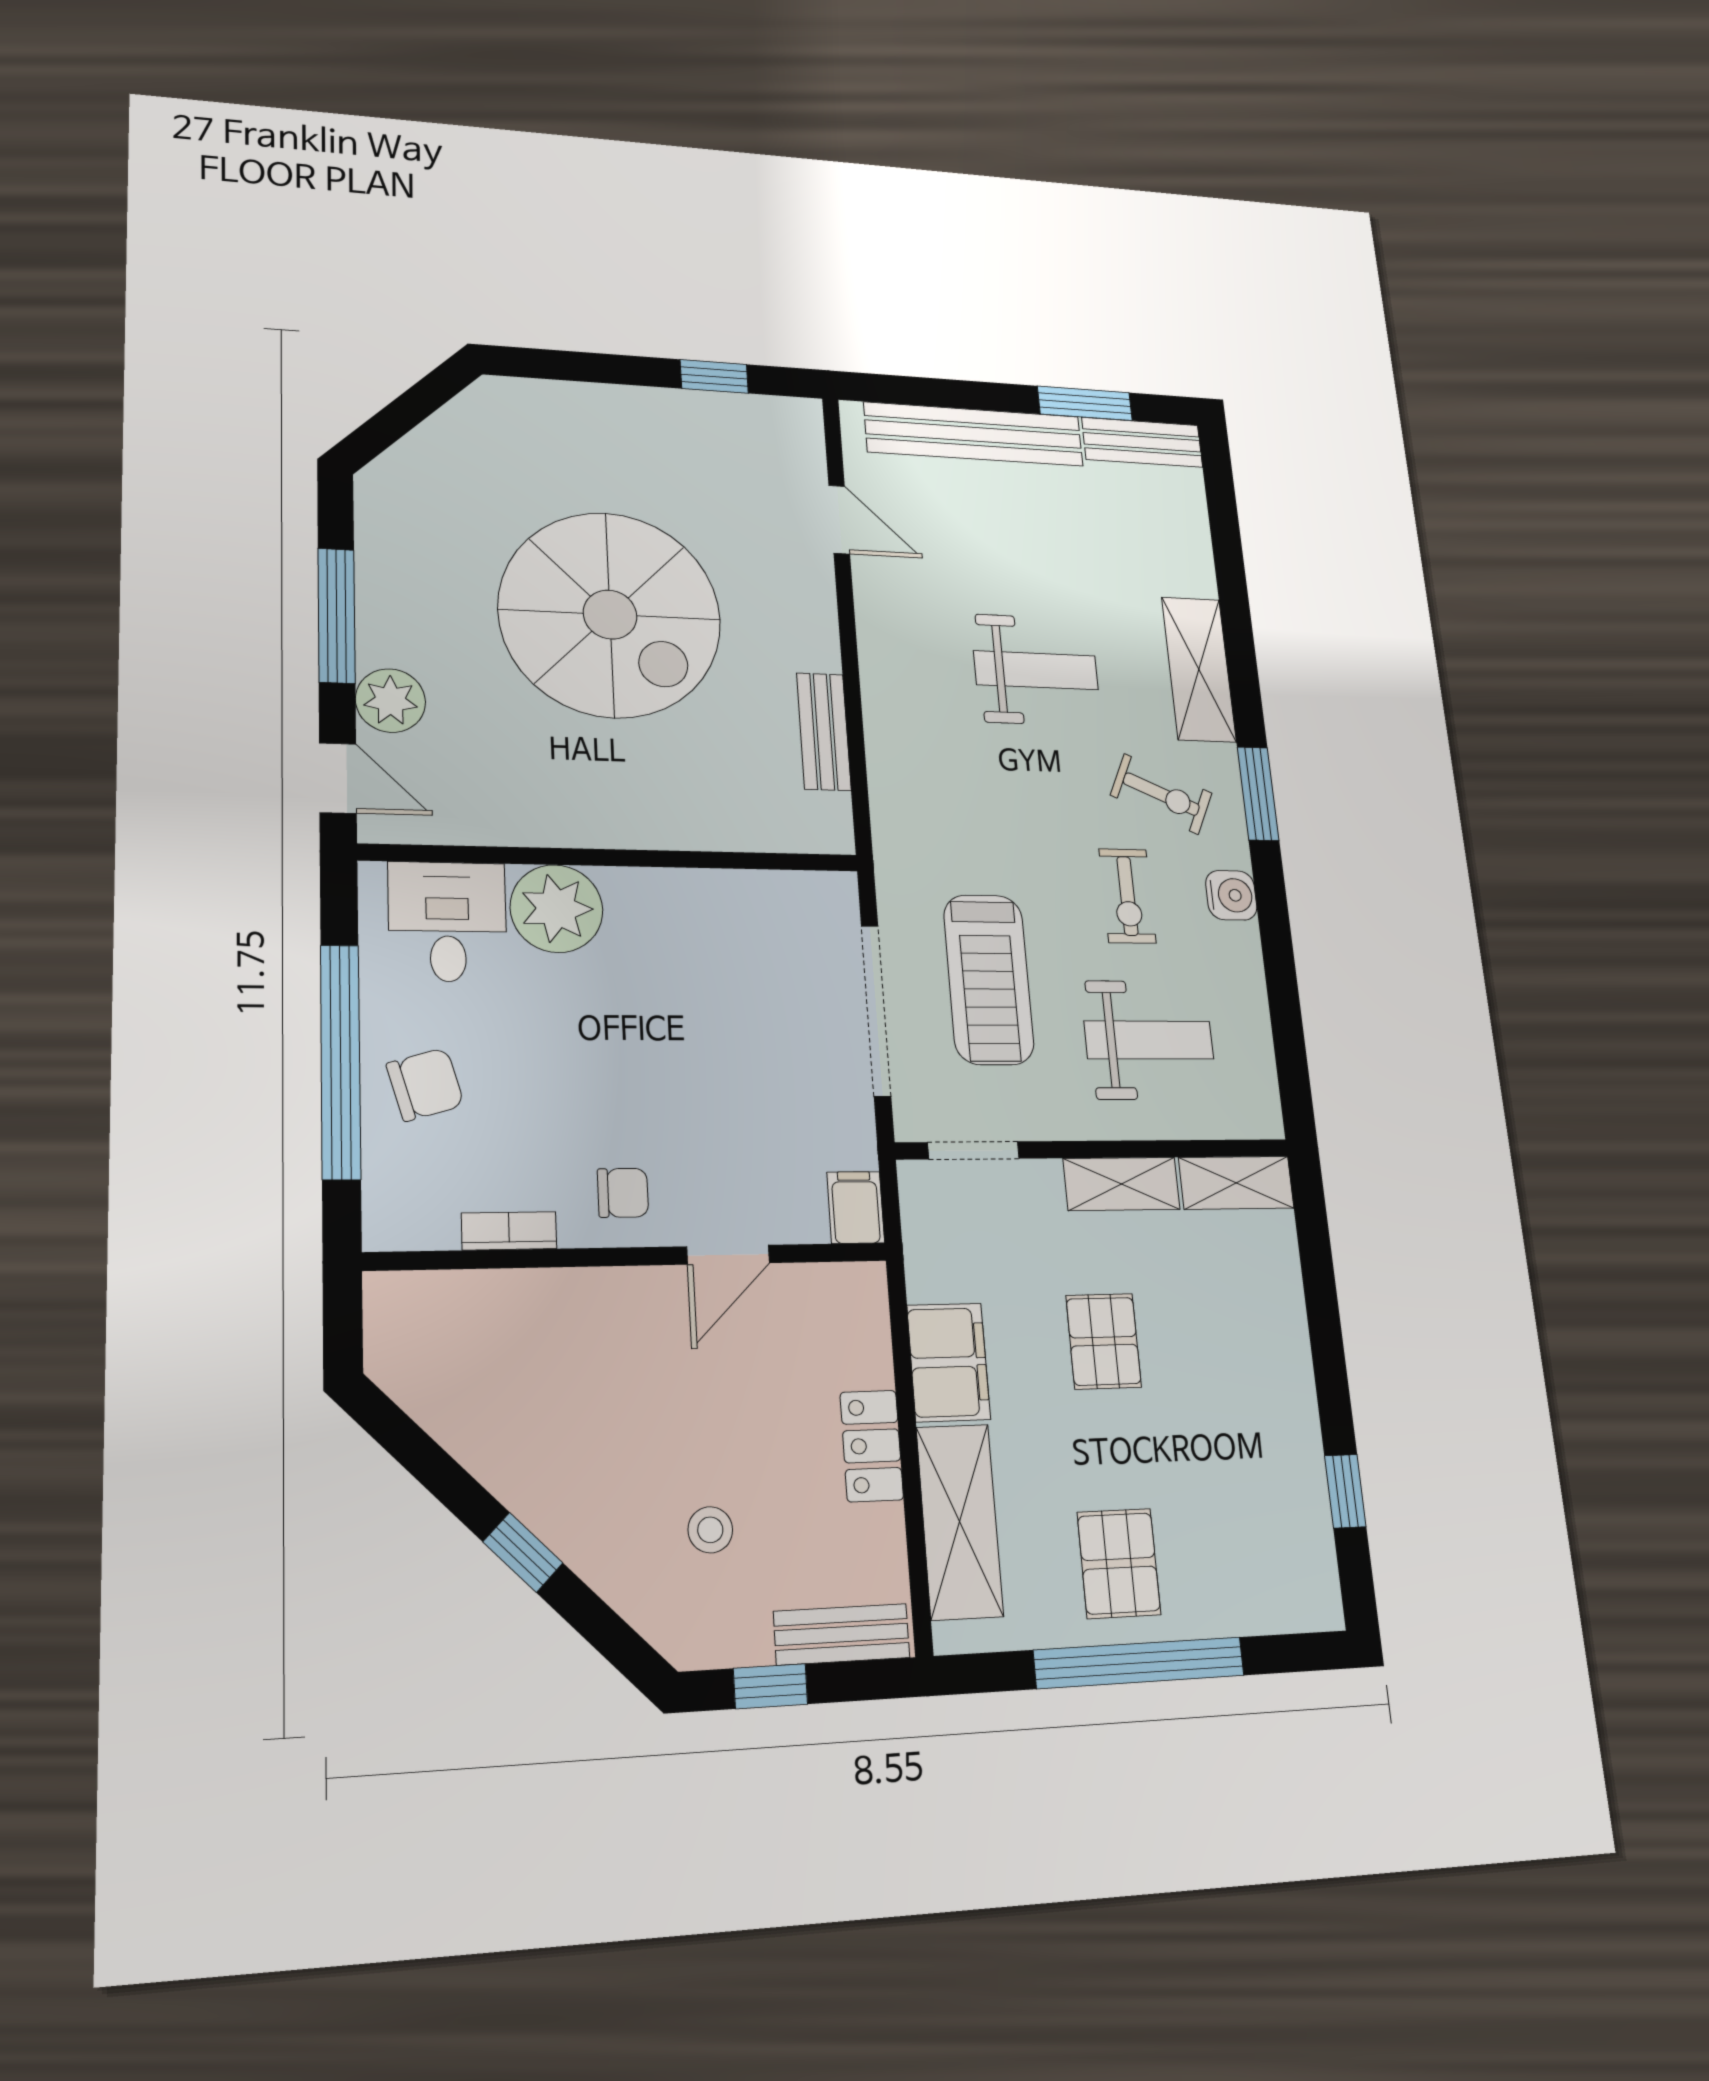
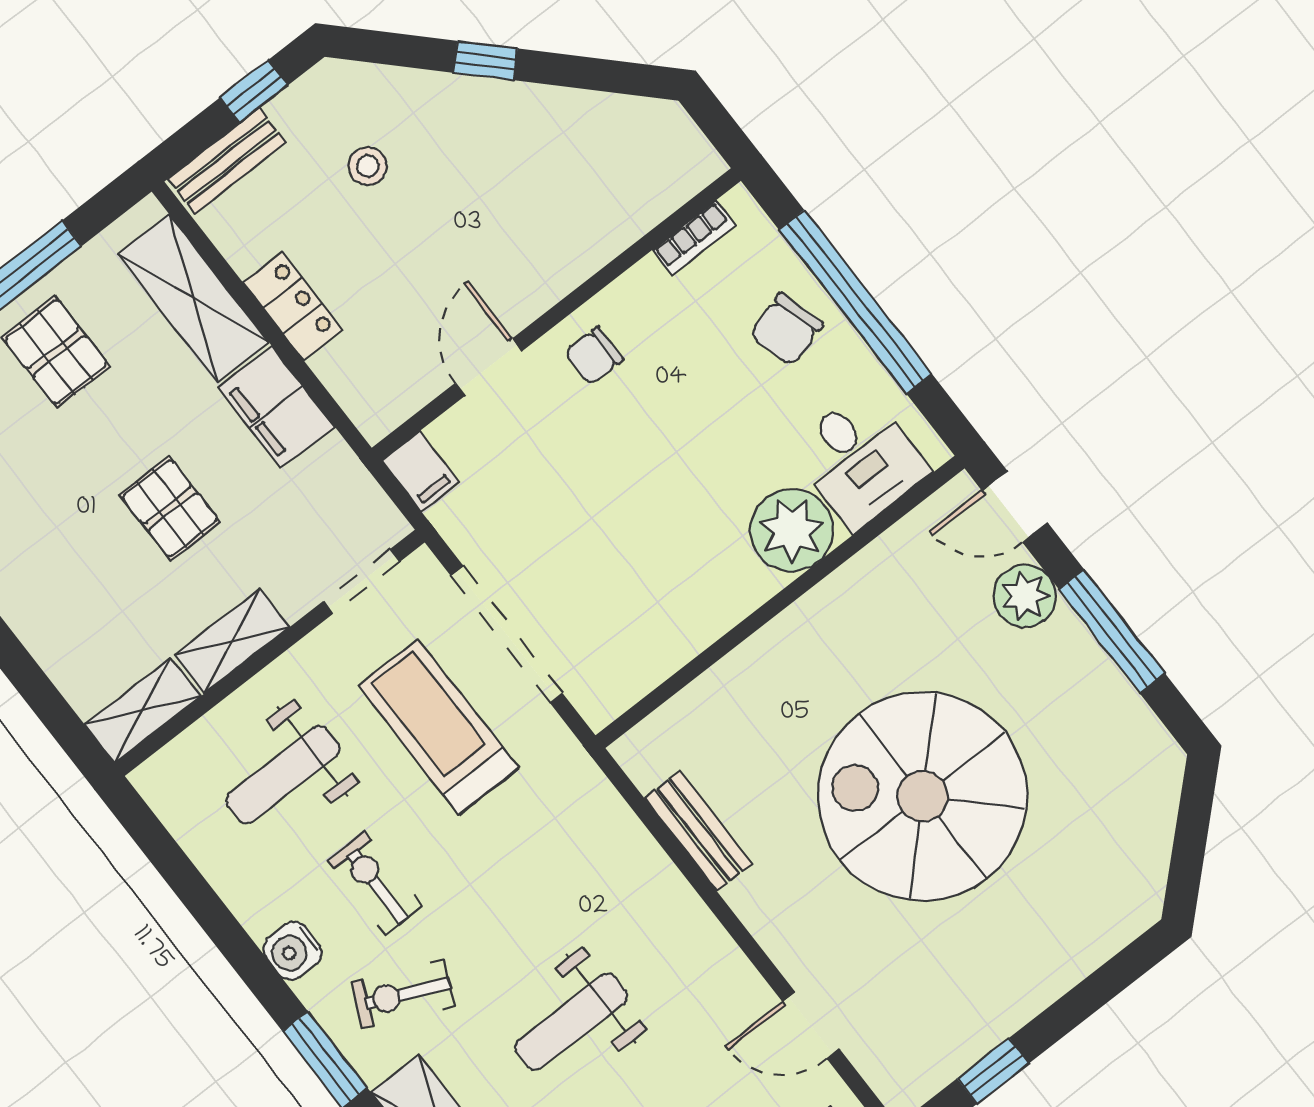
bookcase: (509, 1231) -> (694, 238), moved

